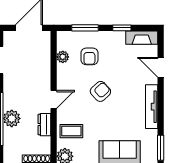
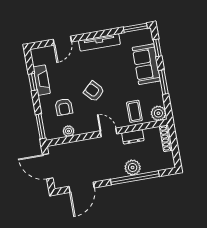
window: (85, 28) -> (41, 126), moved
fireplace: (142, 38) -> (42, 80), moved
armchair: (89, 56) -> (64, 107), turned 90

